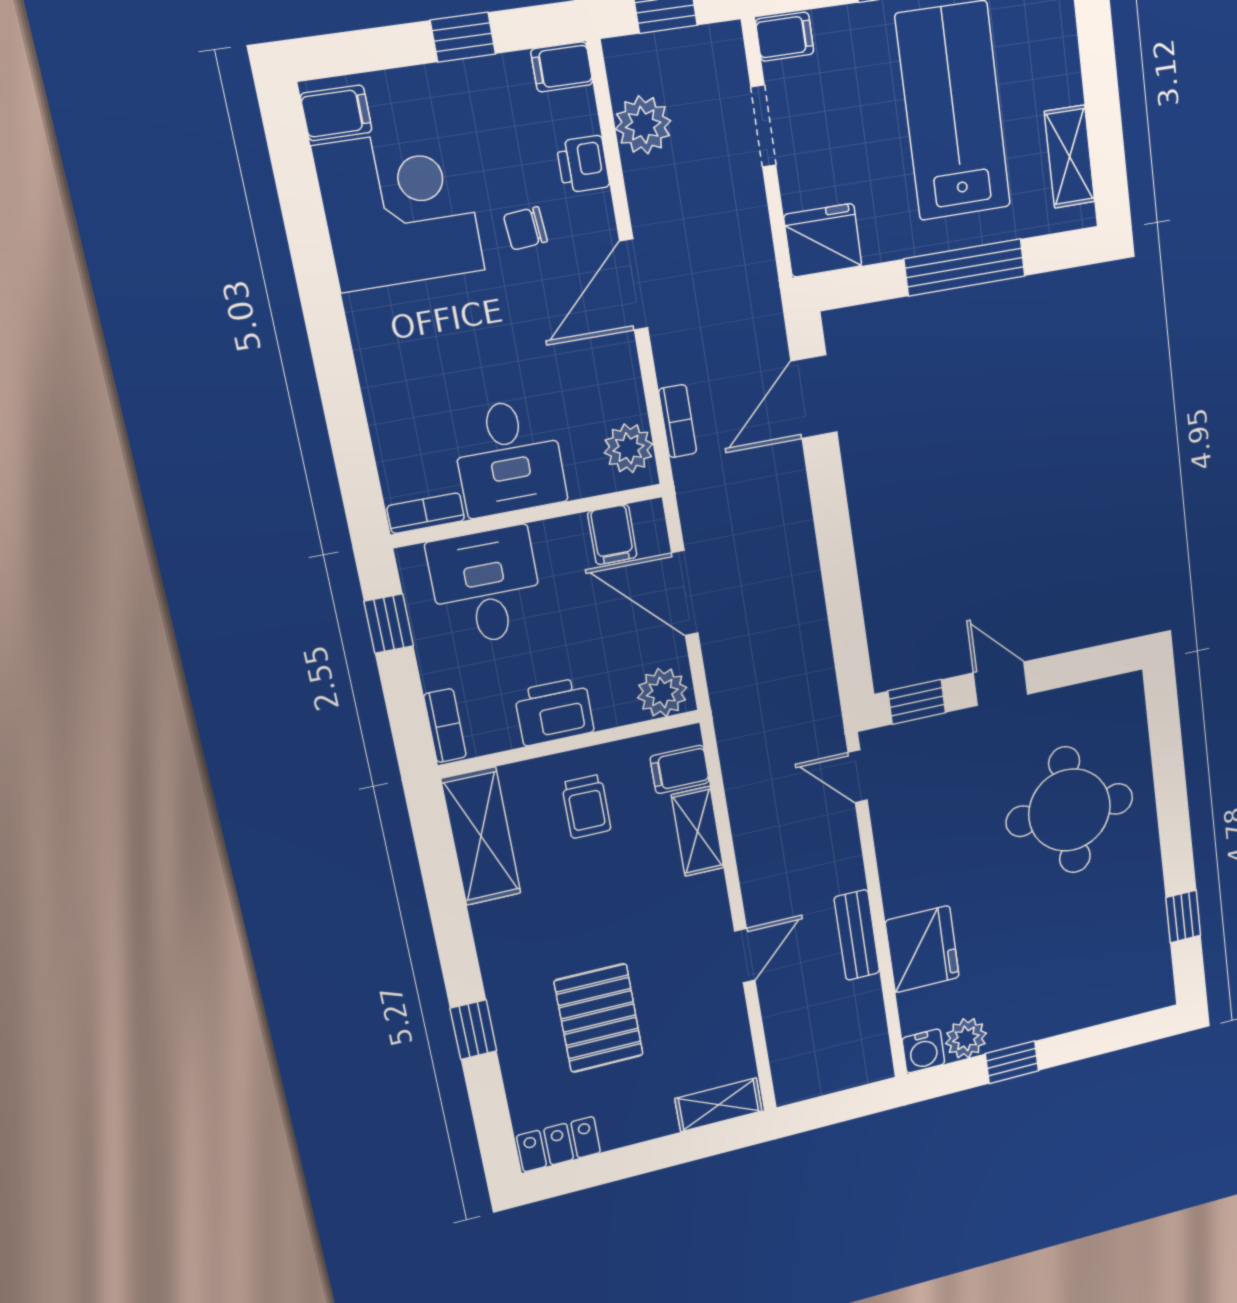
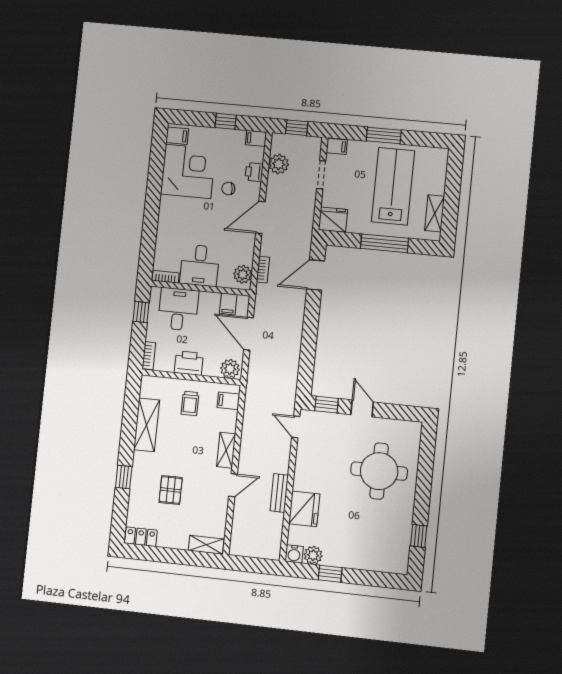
shelving: (698, 831) -> (226, 450), moved
shelving: (481, 836) -> (147, 425), moved
pallet: (599, 1018) -> (171, 490), width x0.67, depth x0.71

